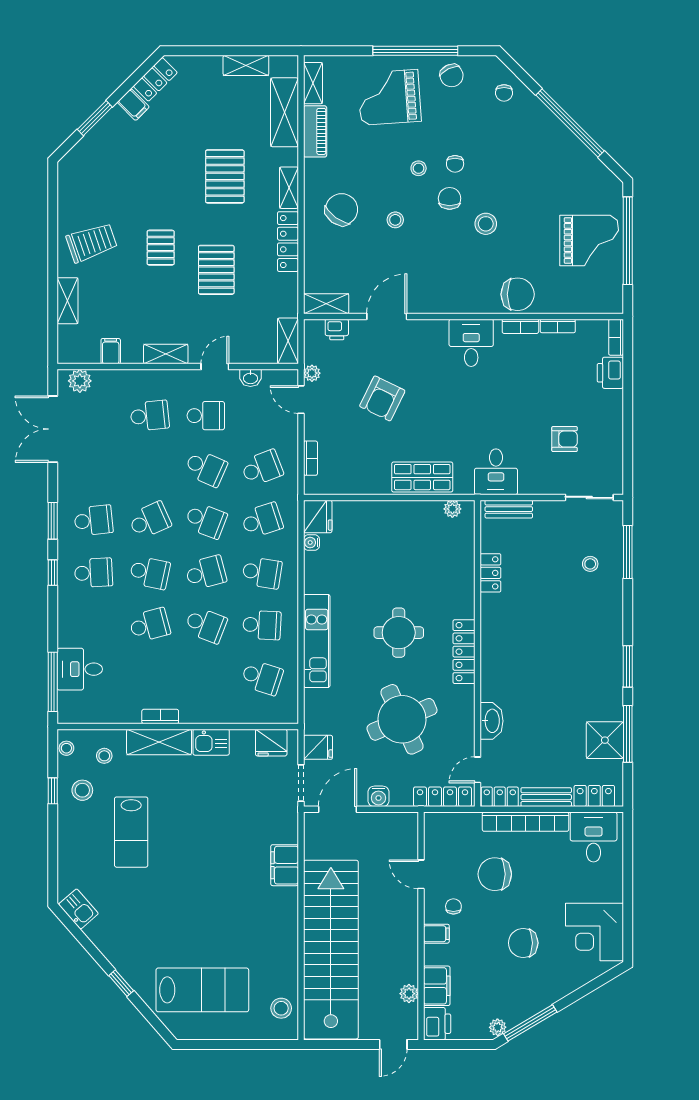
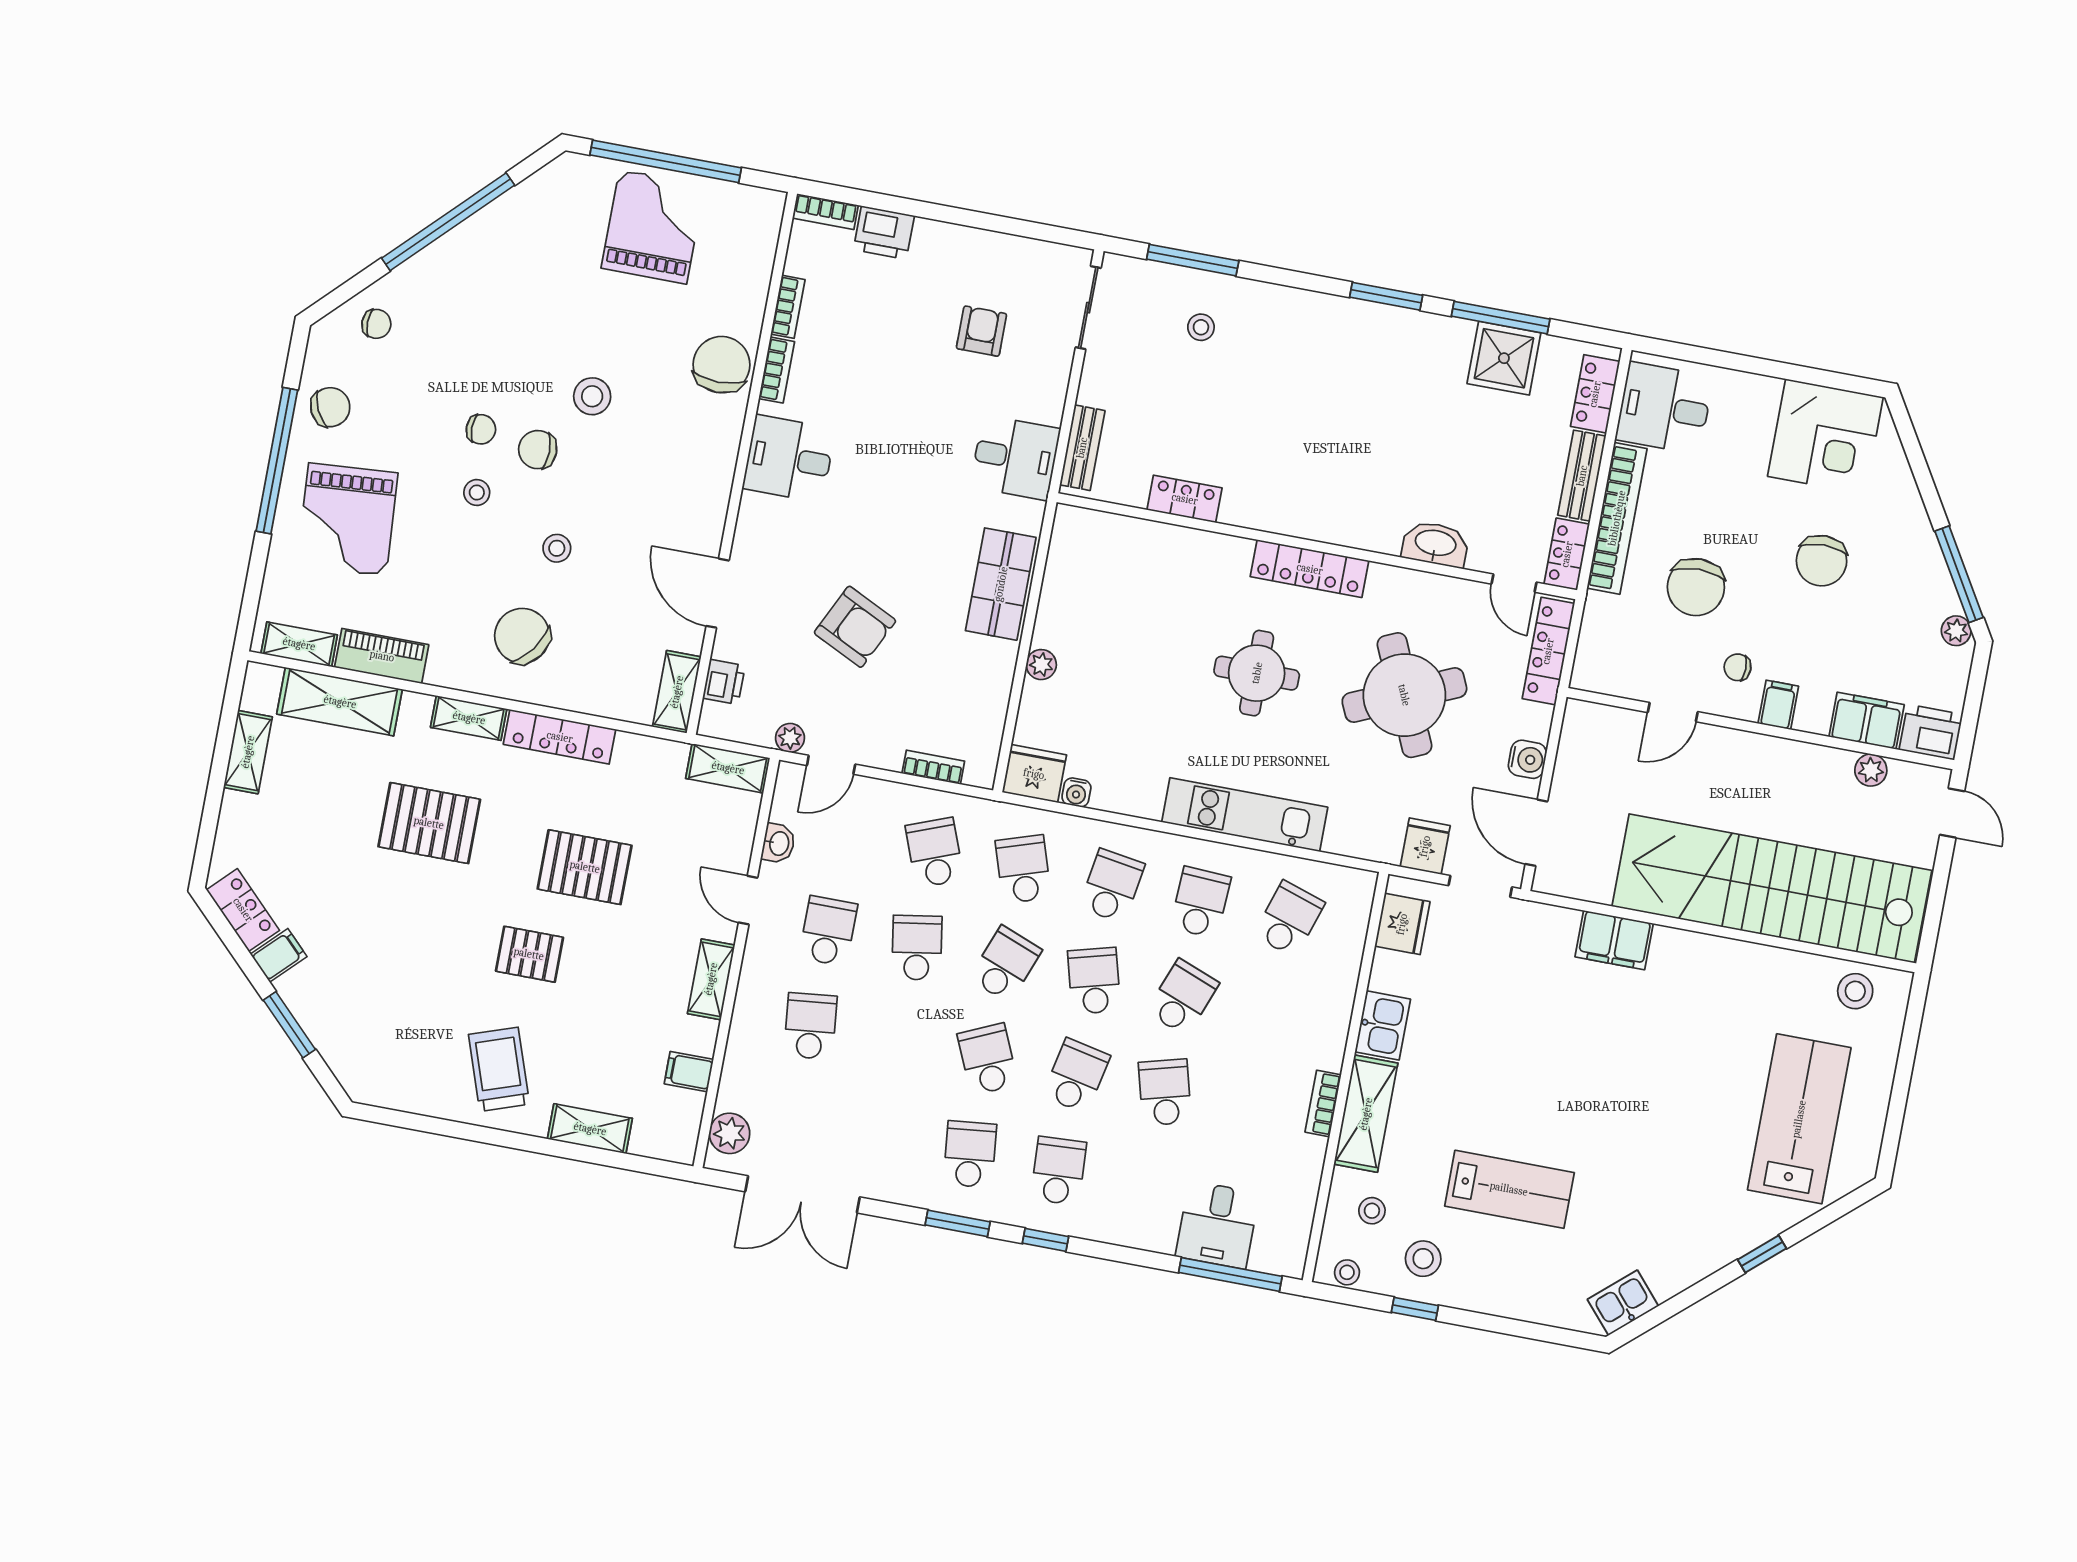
school desk: (206, 468) -> (917, 948), turned -33
plant: (452, 509) -> (1041, 665), moved

